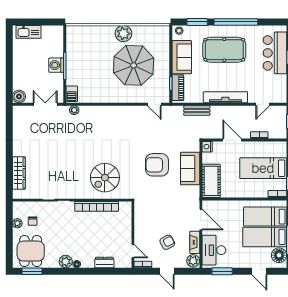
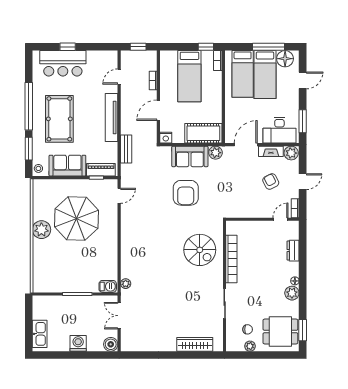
washing machine: (56, 65) -> (78, 343), moved, turned 180
door: (263, 104) -> (119, 77), swing flipped
plant: (194, 192) -> (215, 153), added

